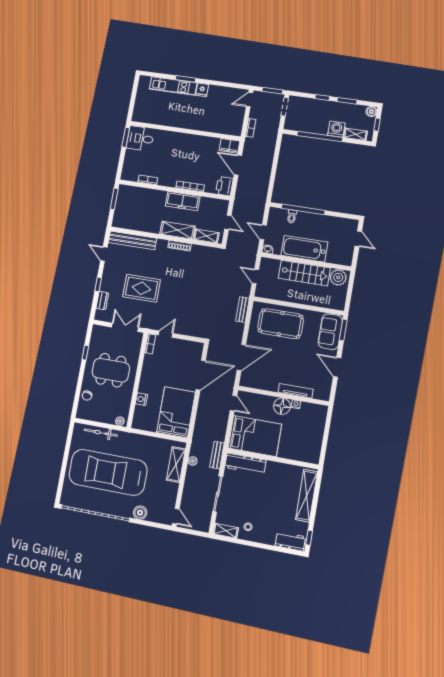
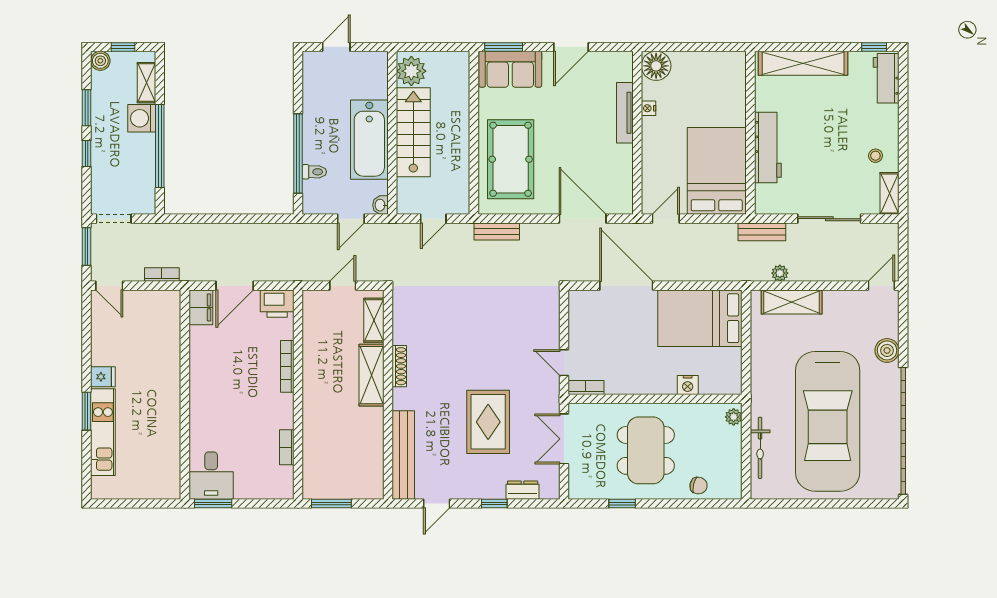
freezer: (183, 201) -> (316, 375), removed
floor lamp: (282, 406) -> (656, 66), moved
workbench: (245, 464) -> (768, 148), moved

